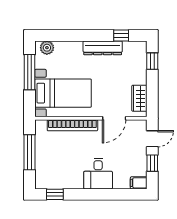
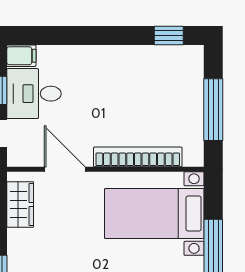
door: (114, 118) -> (65, 169), hinge flipped
desk: (98, 174) -> (34, 94), moved, turned -90

